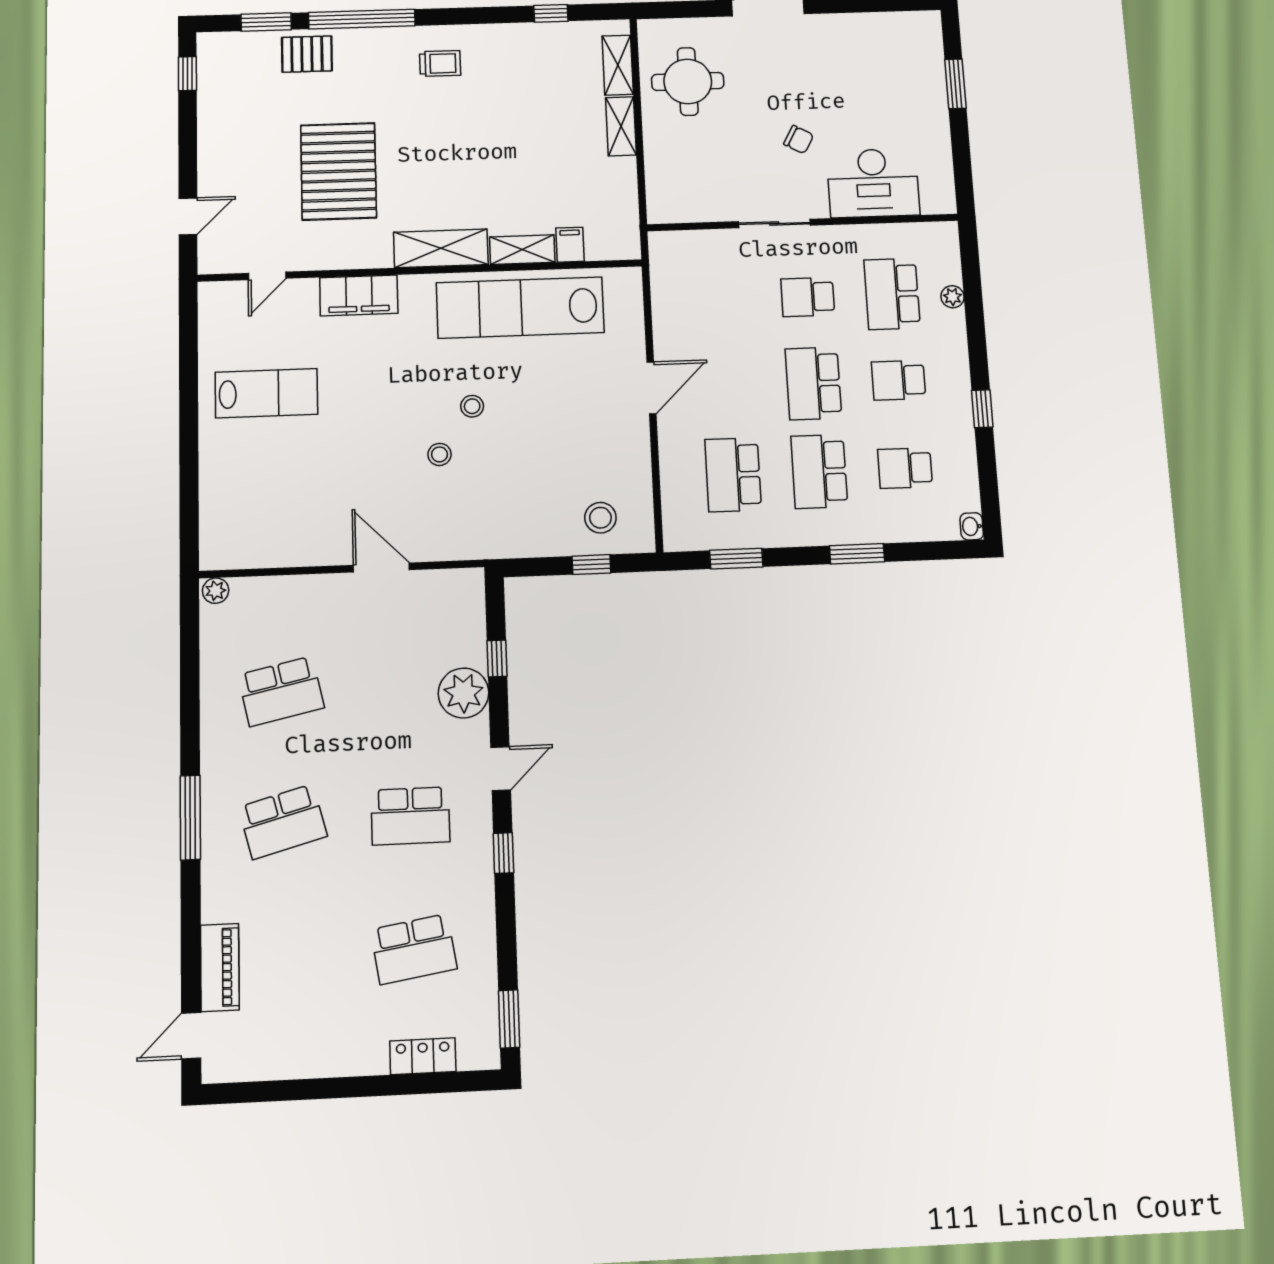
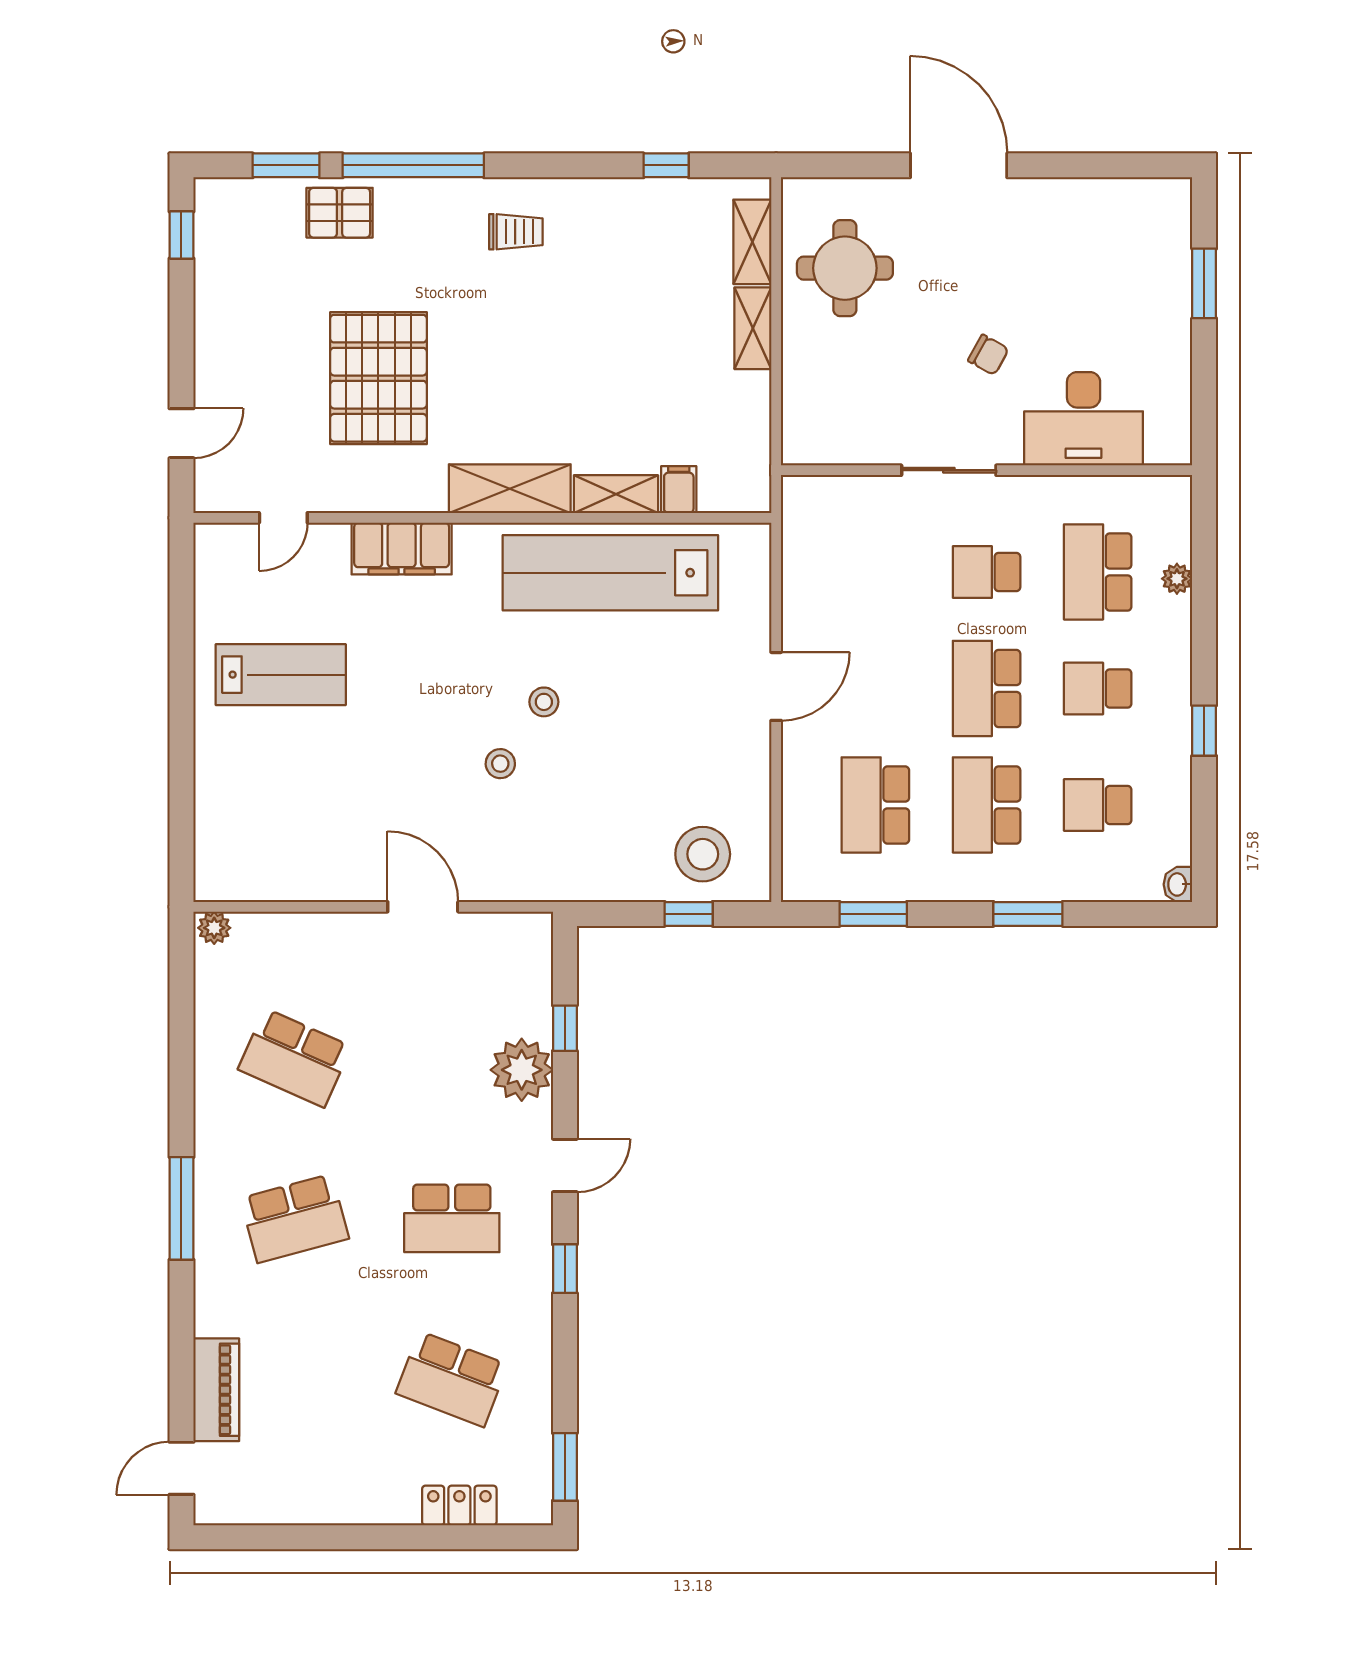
stool: (600, 518) -> (703, 854), width x1.38, depth x1.38
school desk: (281, 691) -> (295, 1058), turned 36
school desk: (414, 949) -> (452, 1379), turned 30

